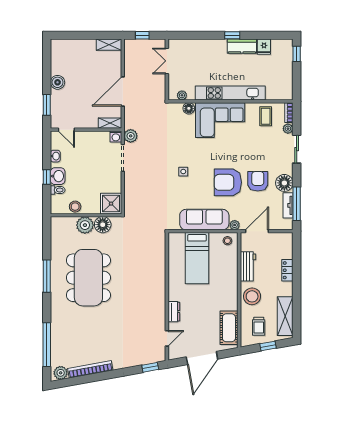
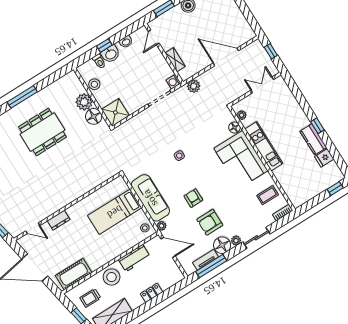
shelving: (109, 45) -> (246, 28), removed
door: (123, 91) -> (226, 57), moved
kitchen unit: (230, 93) -> (264, 146), width x0.73
shelving: (110, 123) -> (175, 60), moved
plant: (288, 129) -> (236, 241), moved
plant: (131, 136) -> (194, 86), moved
armchair: (258, 181) -> (210, 222), turned 180
armchair: (228, 182) -> (193, 198), width x0.53, depth x0.53
dining table: (88, 278) -> (42, 132), width x0.73, depth x0.80

